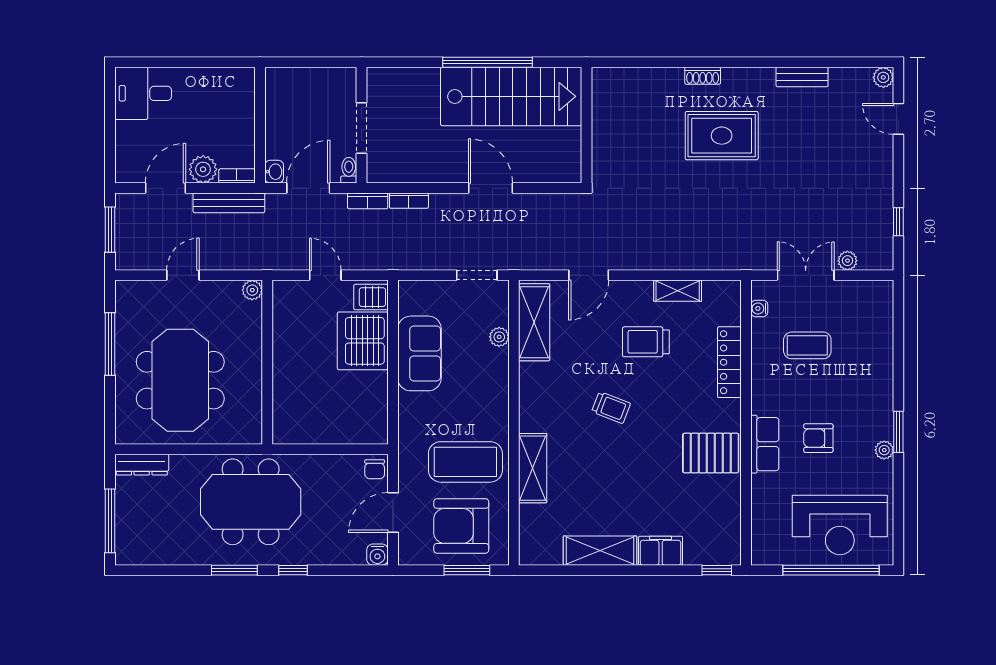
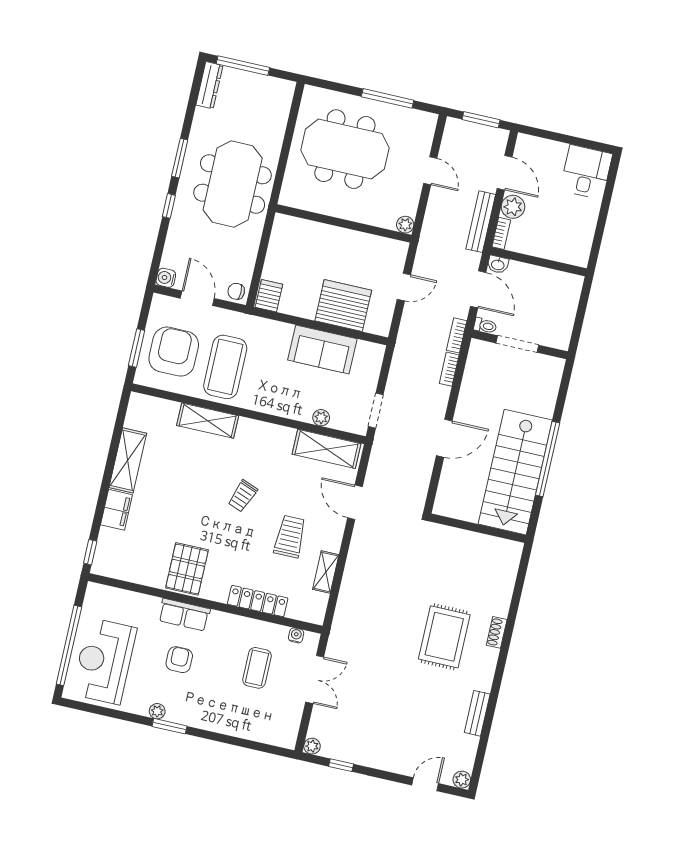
plant: (847, 261) -> (312, 746), moved
server rack: (371, 297) -> (269, 296), moved
dresser: (142, 465) -> (209, 85), moved, turned 180

